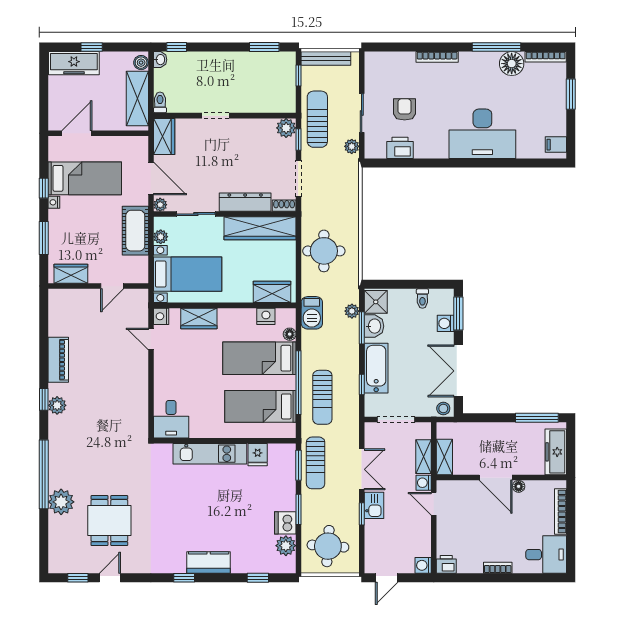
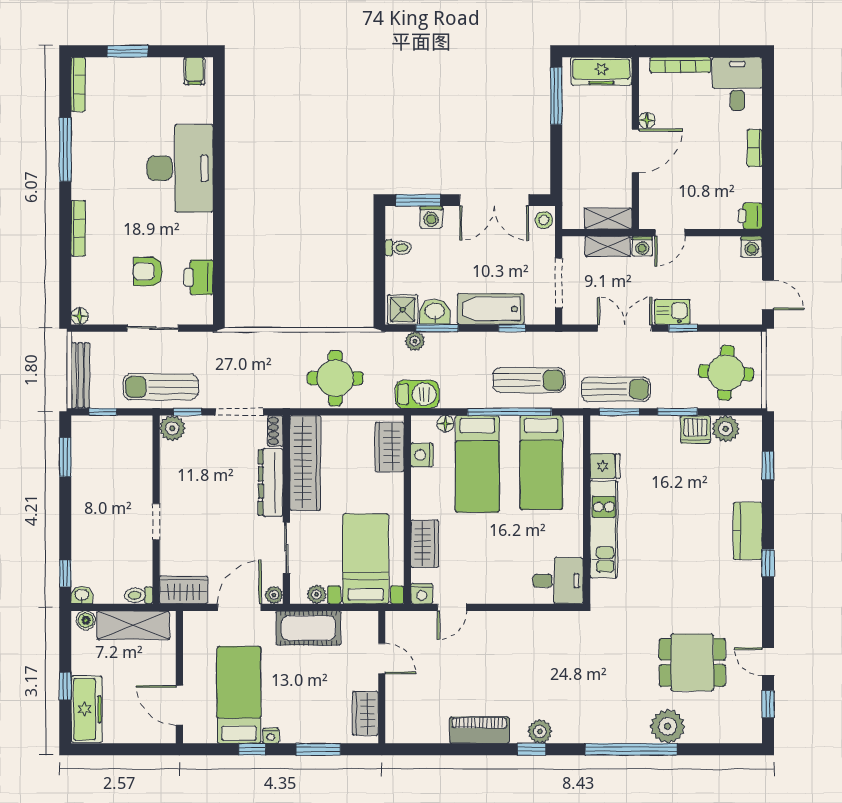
floor lamp: (512, 64) -> (80, 316), moved, width x0.53, depth x0.53
plant: (352, 146) -> (197, 341), removed

